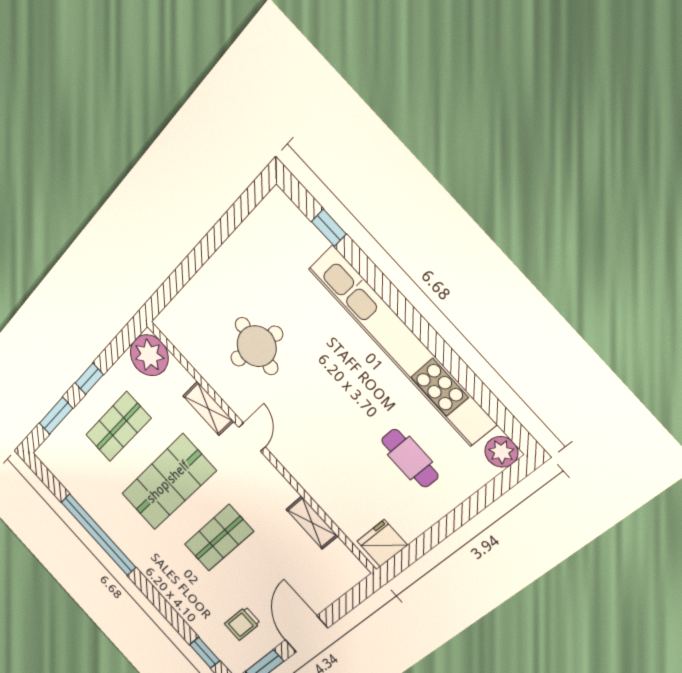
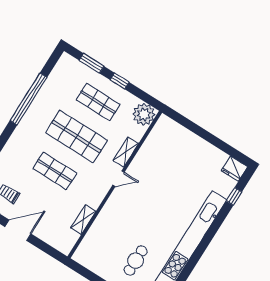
round table: (257, 346) -> (167, 172), removed
fridge: (382, 543) -> (234, 169), moved, turned 180

